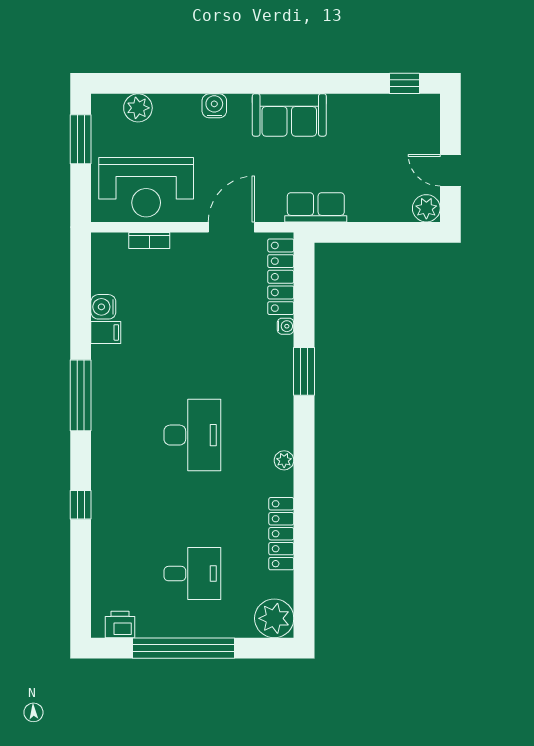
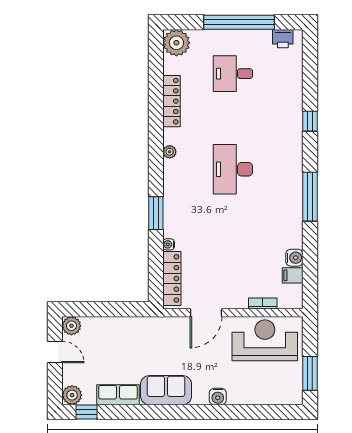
plant: (138, 108) -> (72, 395), moved
row of seats: (316, 207) -> (118, 395), moved, turned 180
filing cabinet: (106, 332) -> (293, 275), moved

